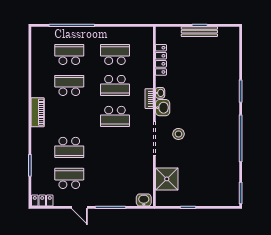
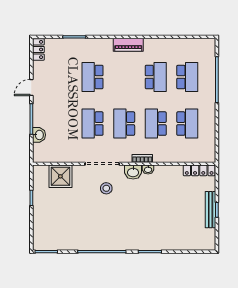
locker: (161, 60) -> (199, 170), moved
school desk: (69, 178) -> (93, 124), moved, turned 180
washbasin: (144, 200) -> (39, 135), moved

